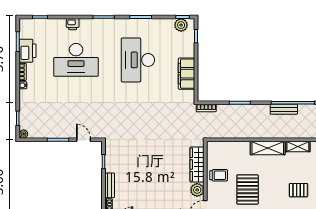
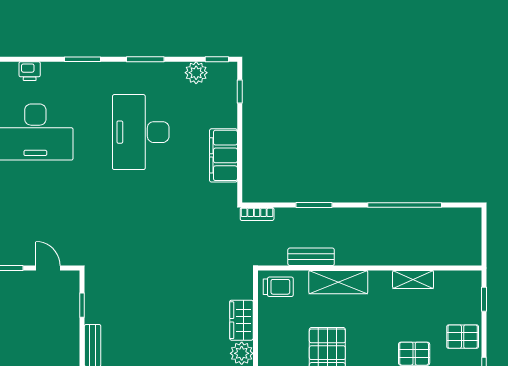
plant: (181, 25) -> (196, 73), moved
bench: (284, 109) -> (311, 257), moved
shelving: (268, 148) -> (338, 282), moved
wardrobe: (197, 165) -> (241, 320), width x0.67
trolley: (219, 175) -> (278, 287), moved

